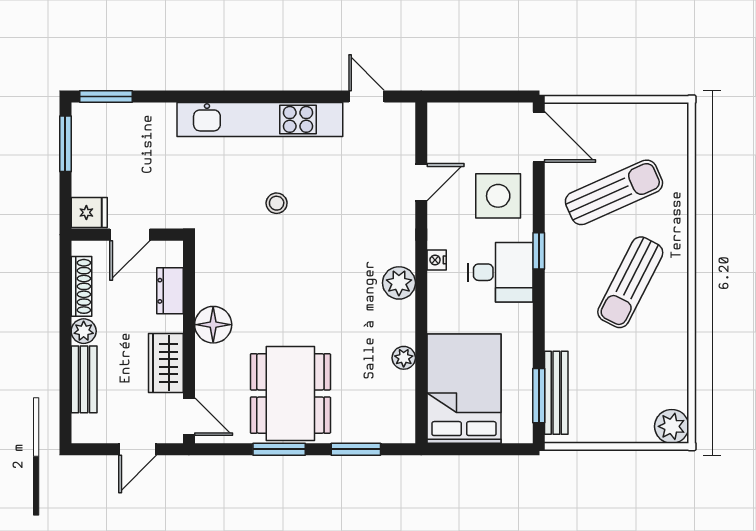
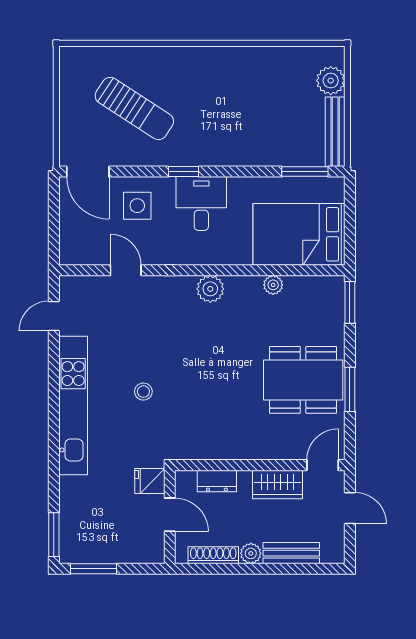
door: (539, 137) -> (88, 172), swing flipped
sun lounger: (614, 192) -> (134, 109), turned 147
side table: (498, 196) -> (137, 206), width x0.73, depth x0.73
fridge: (89, 212) -> (150, 481), moved, turned -90
nightstand: (437, 260) -> (191, 257), removed
sun lounger: (630, 282) -> (210, 95), removed
floor lamp: (213, 325) -> (245, 445), removed
bench: (556, 393) -> (335, 132), moved, turned 90
plant: (672, 426) -> (331, 81), moved
window: (356, 449) -> (350, 302), moved

